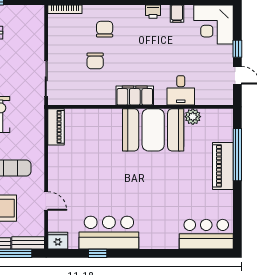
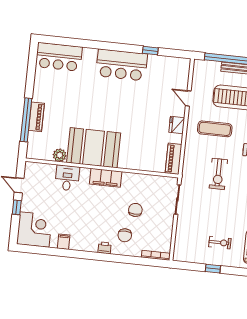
printer: (153, 12) -> (105, 248), moved
piano: (223, 166) -> (36, 117), width x0.73, depth x0.75
bar counter: (109, 233) -> (122, 65), moved
fridge: (58, 241) -> (177, 125), moved, turned 90
bench: (28, 243) -> (207, 65), removed

